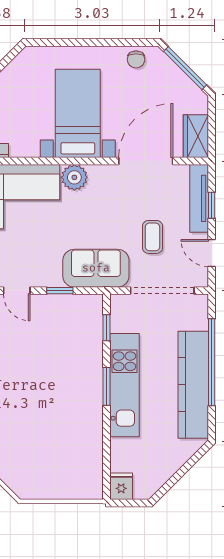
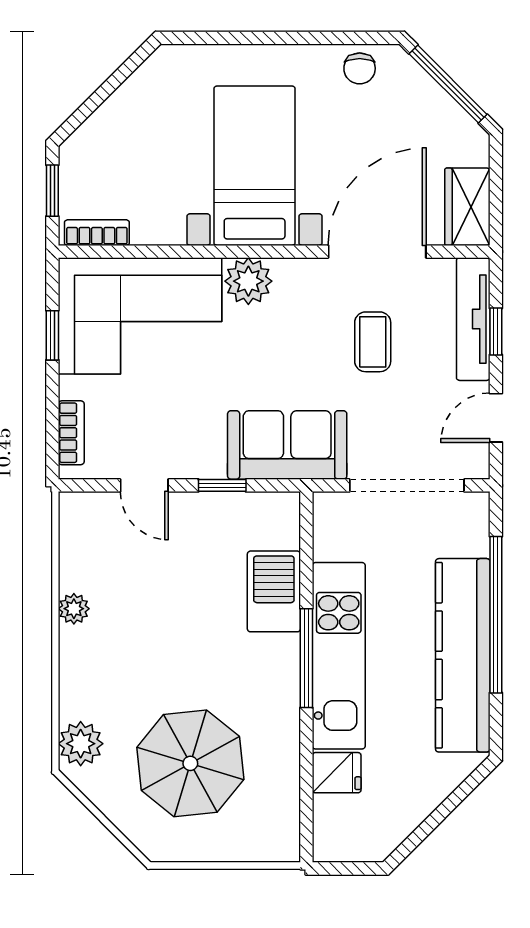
coffee table: (153, 237) -> (373, 342), moved
door: (212, 253) -> (496, 418), hinge flipped
window: (107, 328) -> (306, 552), removed
barbecue: (89, 349) -> (274, 591), added
window: (107, 386) -> (306, 658), width x1.44
parasol: (42, 445) -> (190, 763), added
fridge: (121, 486) -> (337, 773), moved, turned 90

